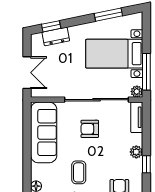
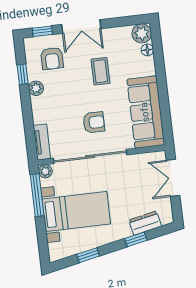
window: (108, 15) -> (88, 255), width x0.67
window: (51, 26) -> (136, 239), moved
plant: (136, 152) -> (36, 88), moved
window: (146, 164) -> (23, 74), moved

